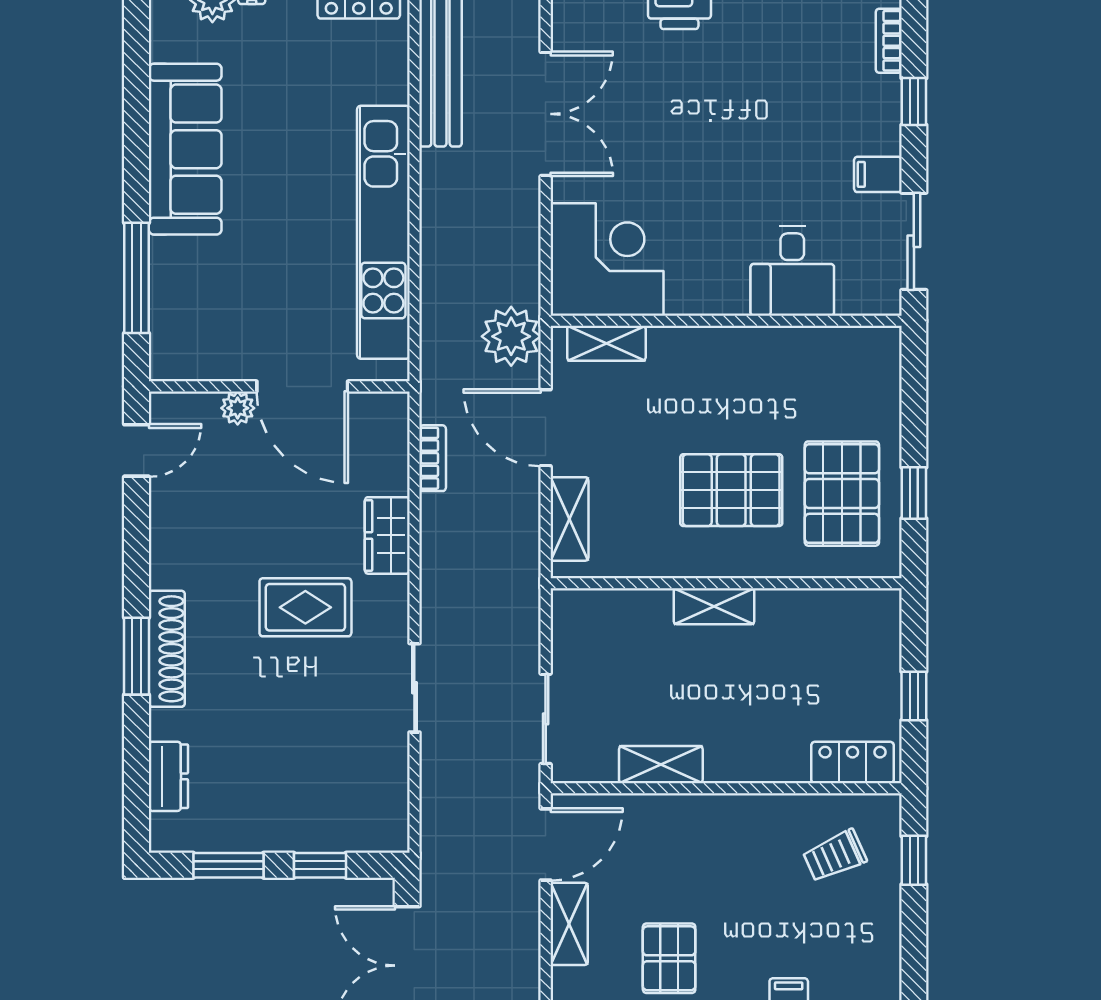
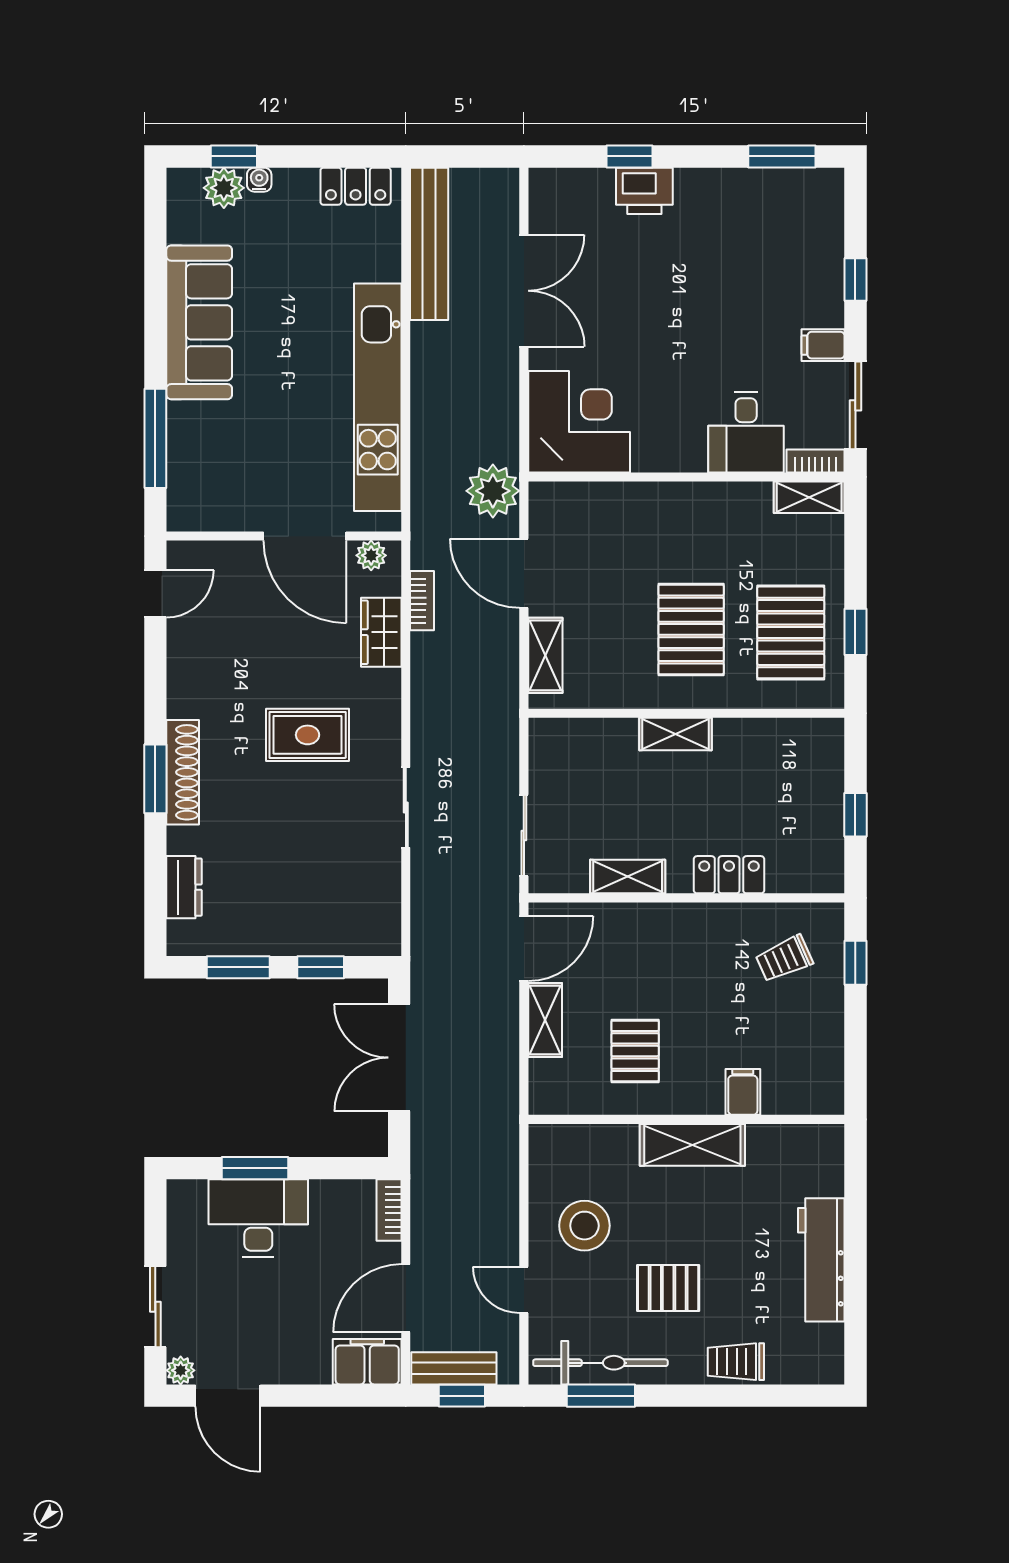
bookcase: (889, 41) -> (815, 461), moved, turned 90
shelving: (606, 343) -> (809, 497), moved
plant: (238, 408) -> (371, 555), moved
pallet: (731, 490) -> (691, 629), turned 90
wardrobe: (387, 535) -> (381, 632), moved
locker: (853, 763) -> (729, 875), moved

